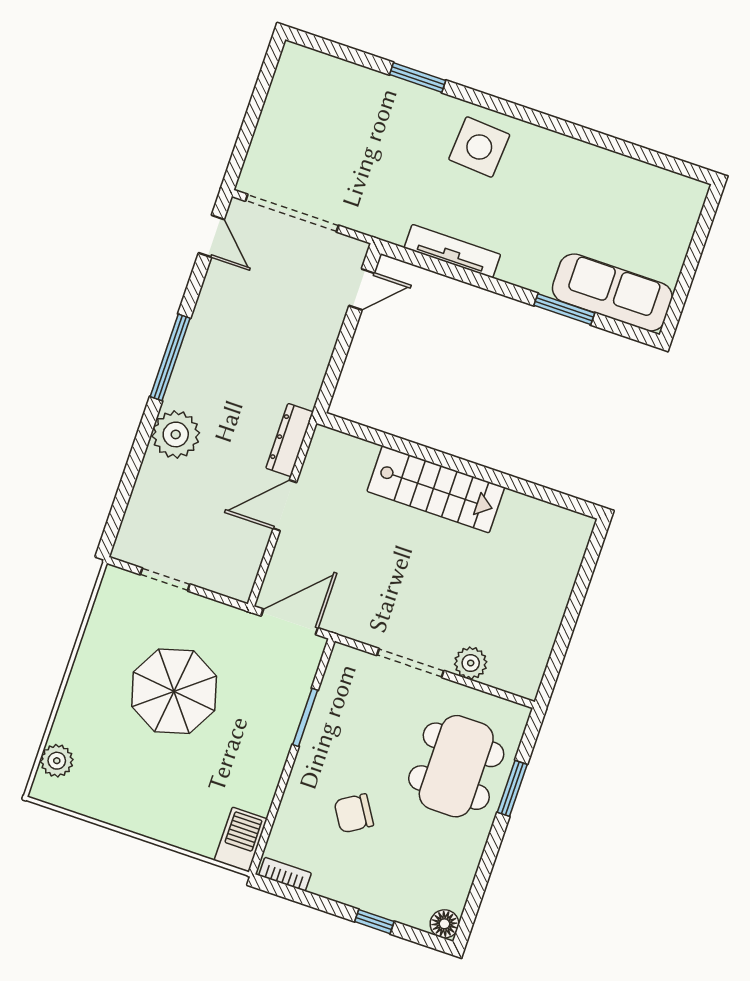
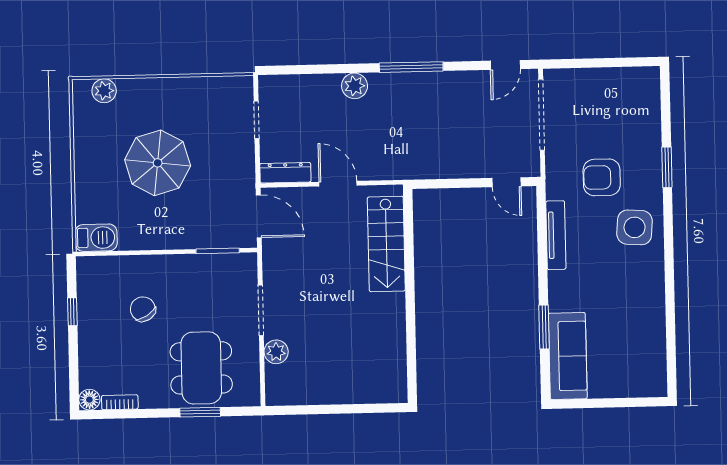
armchair: (400, 166) -> (602, 177), added
plant: (176, 434) -> (355, 86), width x0.73, depth x0.73
dresser: (290, 440) -> (285, 173), moved
stairs: (436, 489) -> (386, 244), moved
parasol: (174, 691) -> (158, 163), moved
window: (305, 717) -> (218, 251), moved
dining table: (456, 766) -> (201, 368), turned 90
bookcase: (285, 874) -> (120, 402), moved, turned -90
window: (374, 922) -> (72, 312), moved

